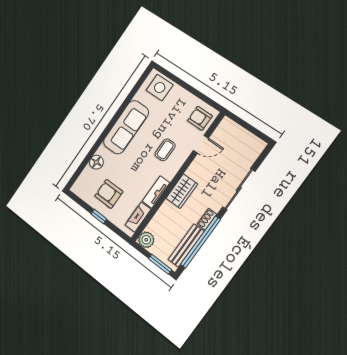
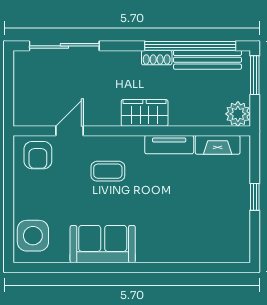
sofa: (126, 127) -> (103, 244), width x0.73
door: (201, 144) -> (70, 131), hinge flipped
floor lamp: (96, 162) -> (187, 251), removed
sliding door: (239, 189) -> (64, 46), moved
armchair: (109, 194) -> (216, 205), removed

